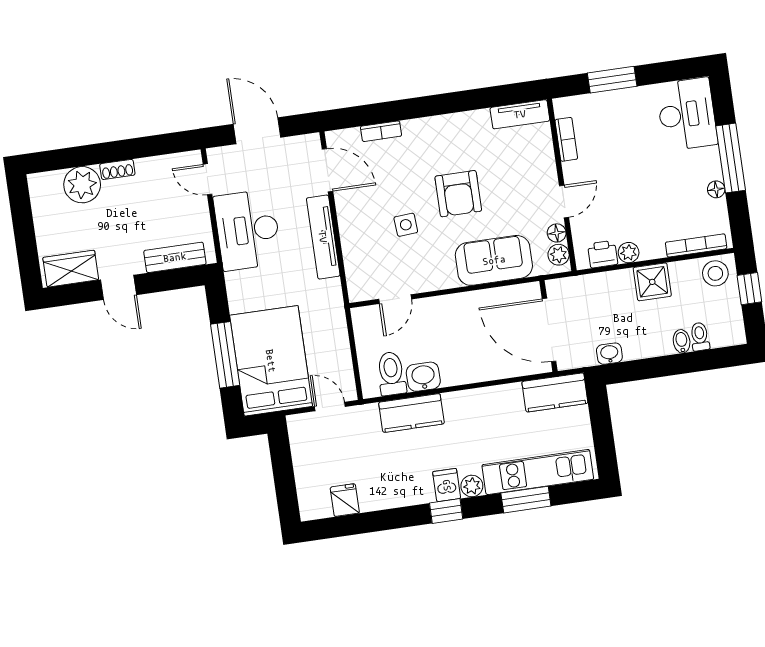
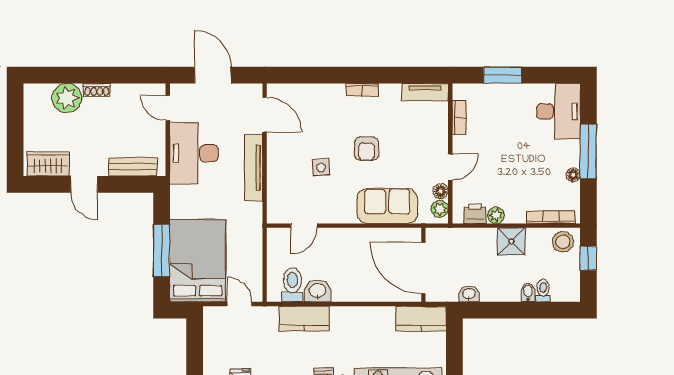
bookcase: (381, 131) -> (362, 90), moved
armchair: (458, 194) -> (367, 149), width x0.72, depth x0.72

